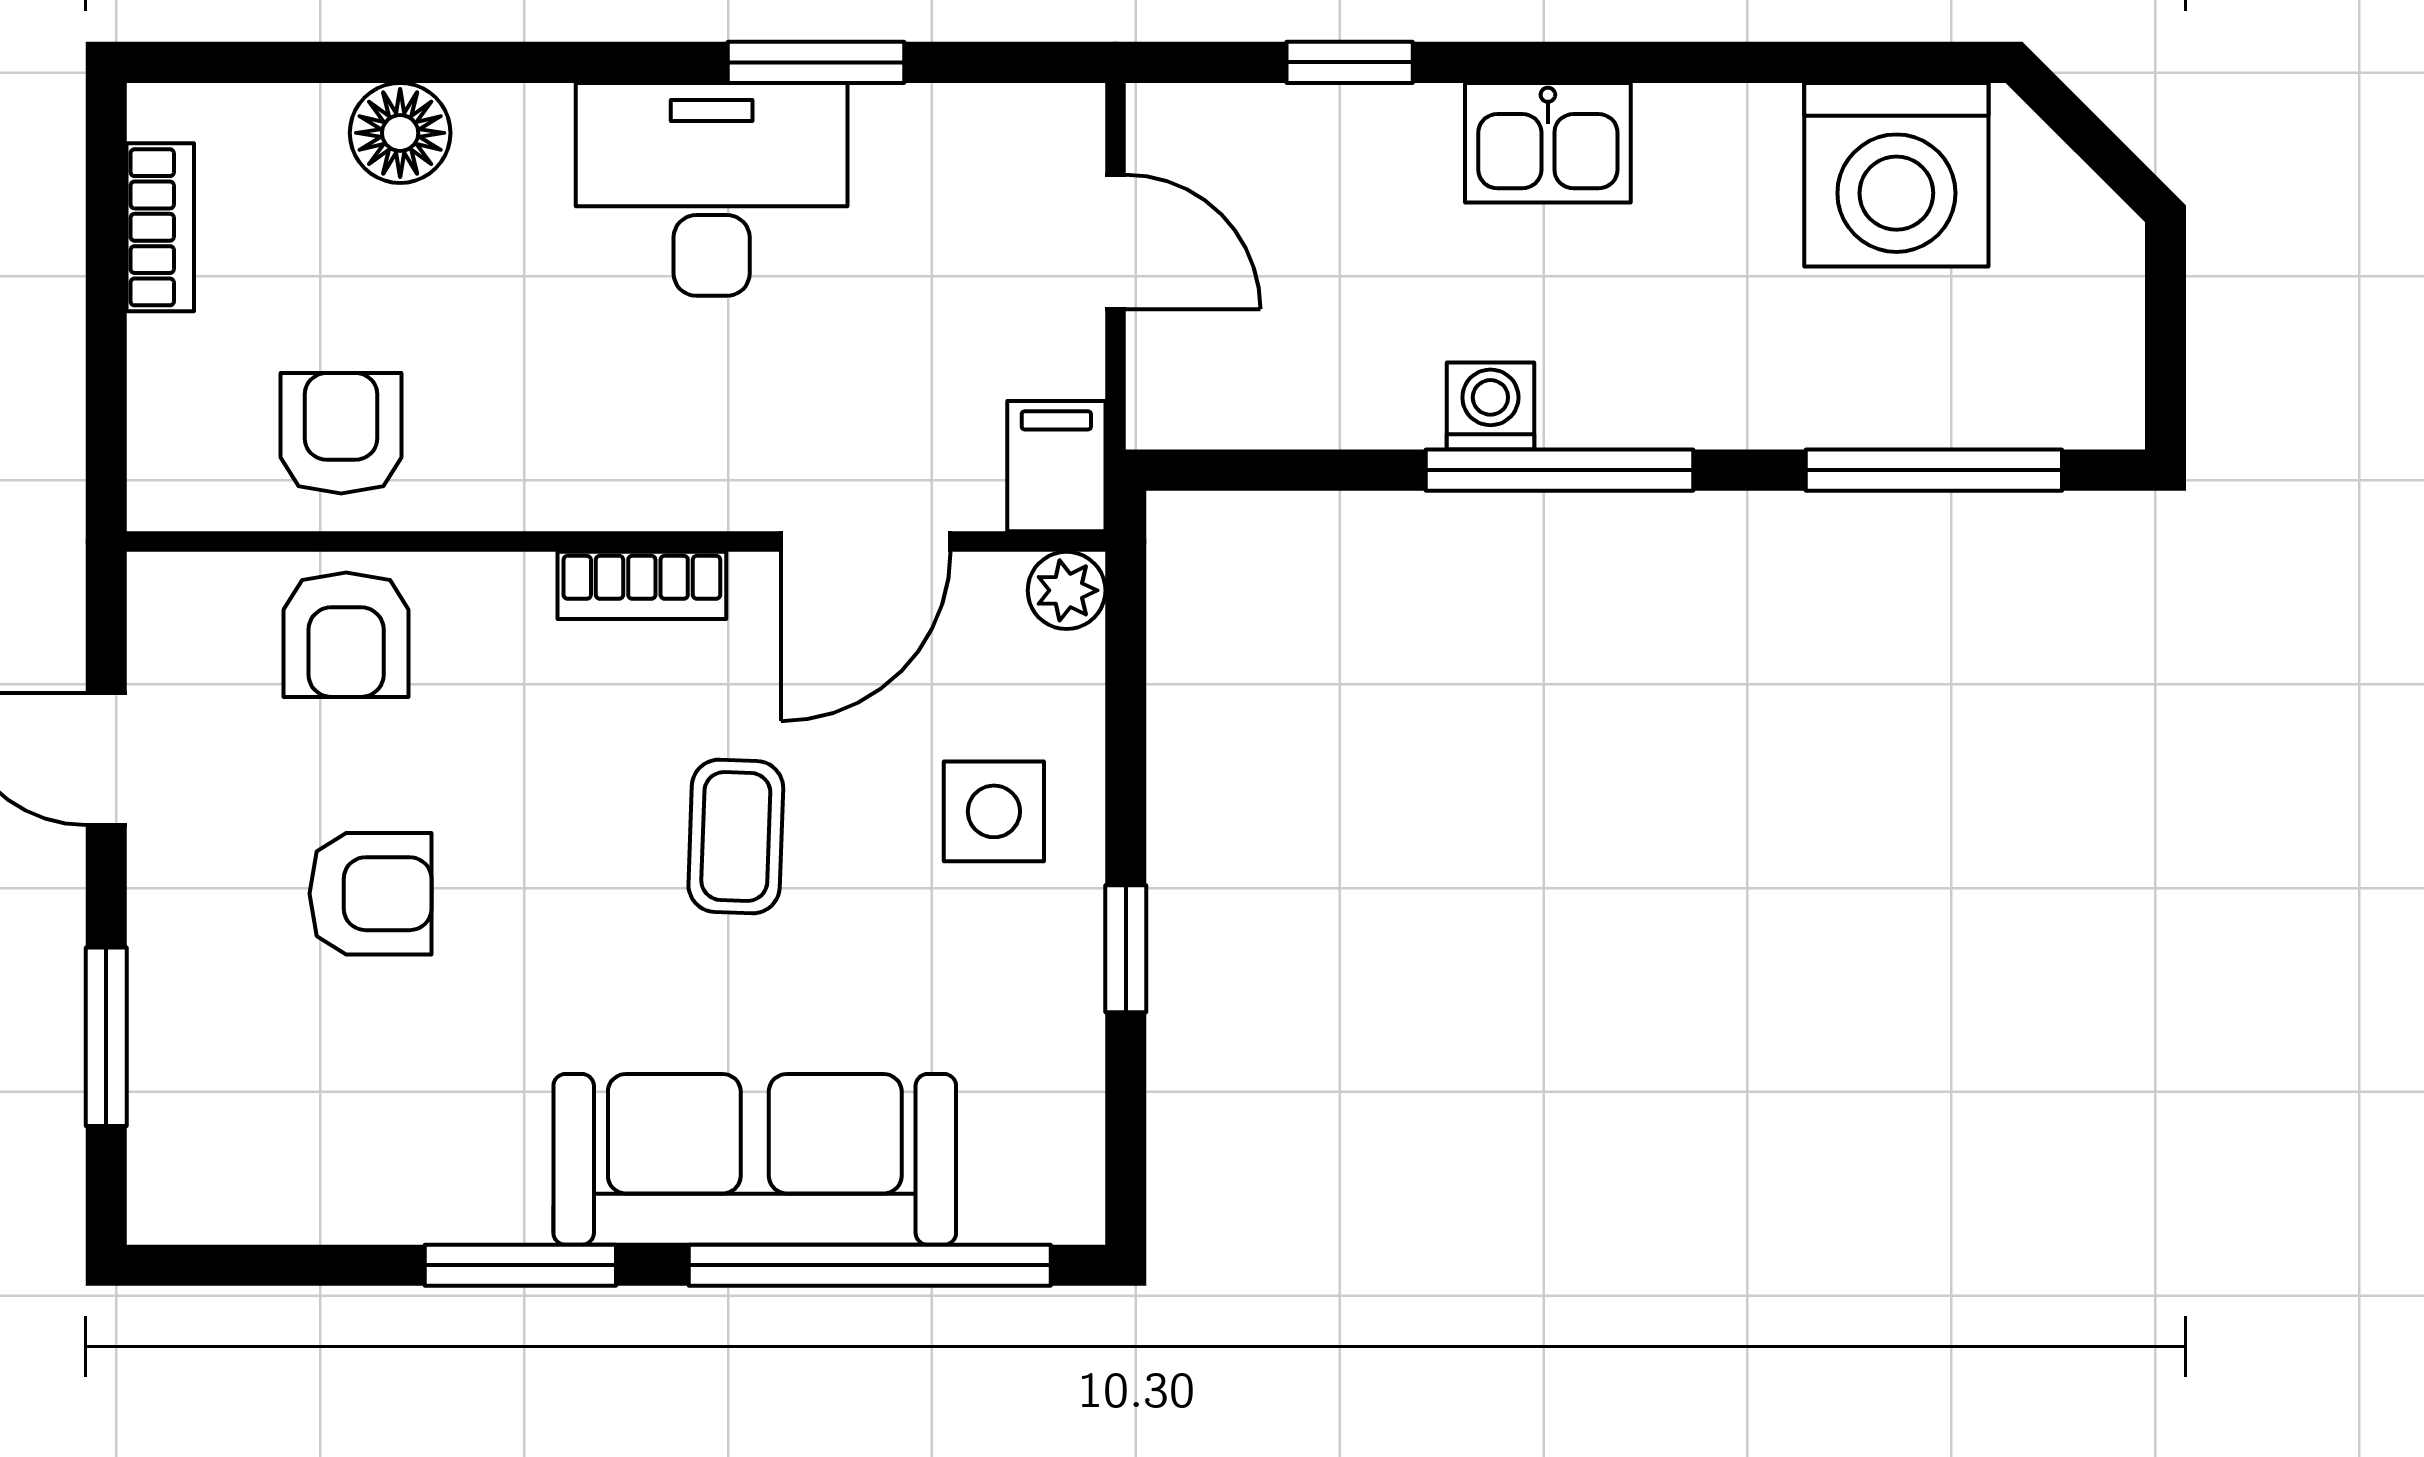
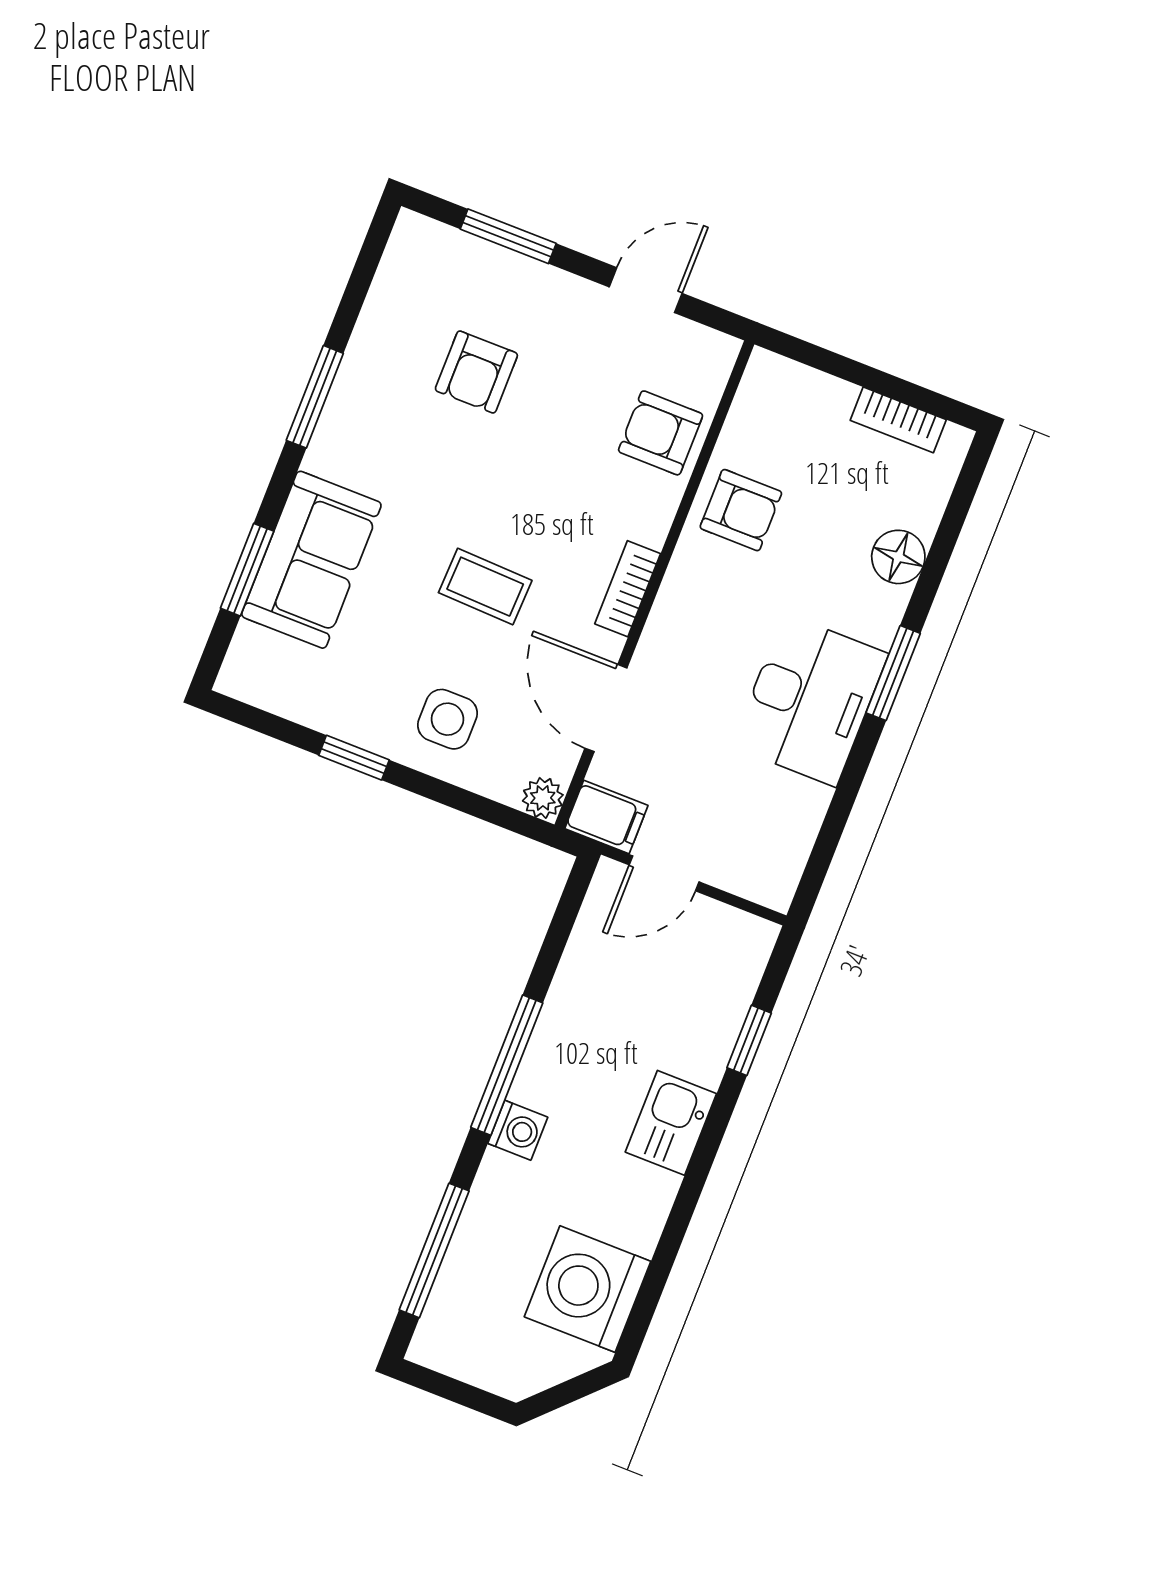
window: (816, 62) -> (893, 673), moved
door: (1115, 242) -> (664, 873), moved
washing machine: (1490, 406) -> (518, 1130), moved
armchair: (341, 433) -> (741, 510), moved
armchair: (371, 894) -> (476, 372), moved
sofa: (755, 1159) -> (311, 560), width x0.73
window: (870, 1265) -> (247, 570), width x0.47

